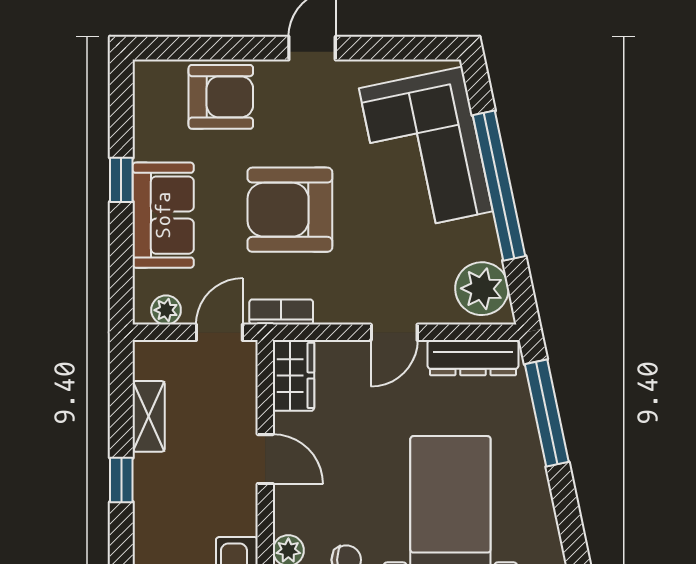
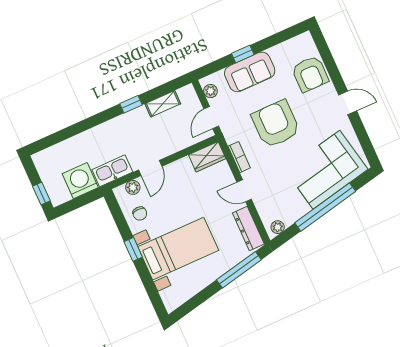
window: (121, 180) -> (243, 54), moved
plant: (482, 289) -> (278, 227), width x0.53, depth x0.53
bookcase: (281, 312) -> (239, 157), moved
door: (219, 332) -> (211, 118), swing flipped
door: (265, 459) -> (150, 168), moved

